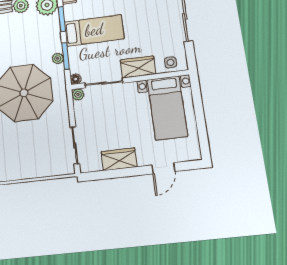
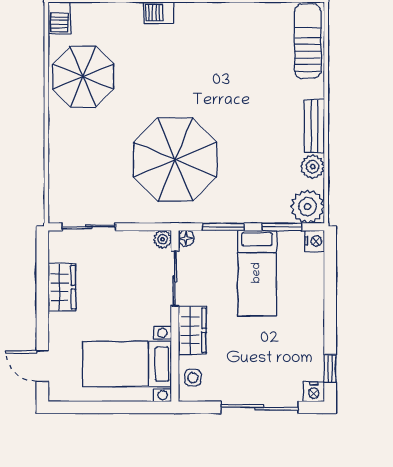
plant: (58, 59) -> (221, 215), removed
door: (163, 168) -> (42, 366), moved

